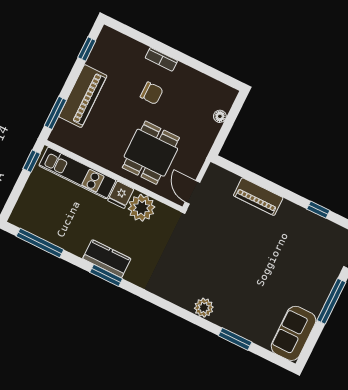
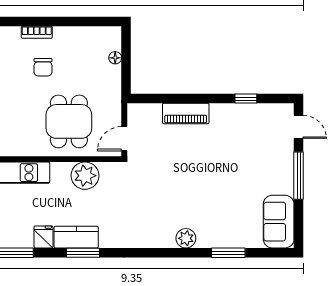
chair: (152, 93) -> (43, 67), turned 90
door: (193, 192) -> (124, 139), hinge flipped
fridge: (121, 195) -> (43, 237), moved, turned 180

